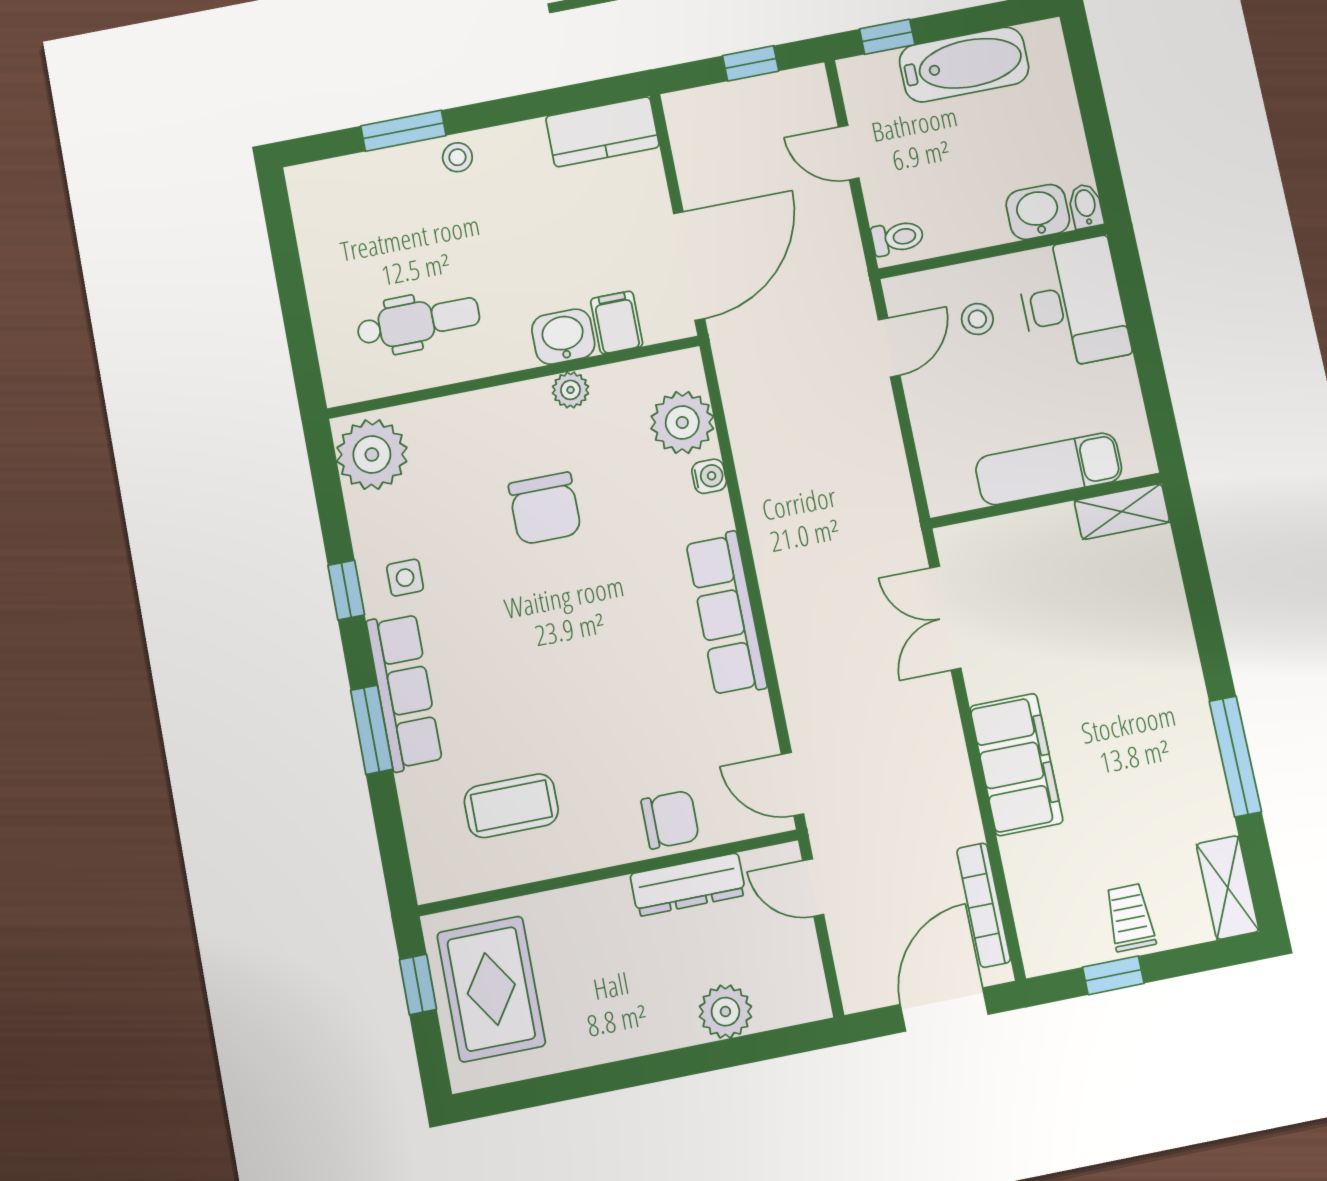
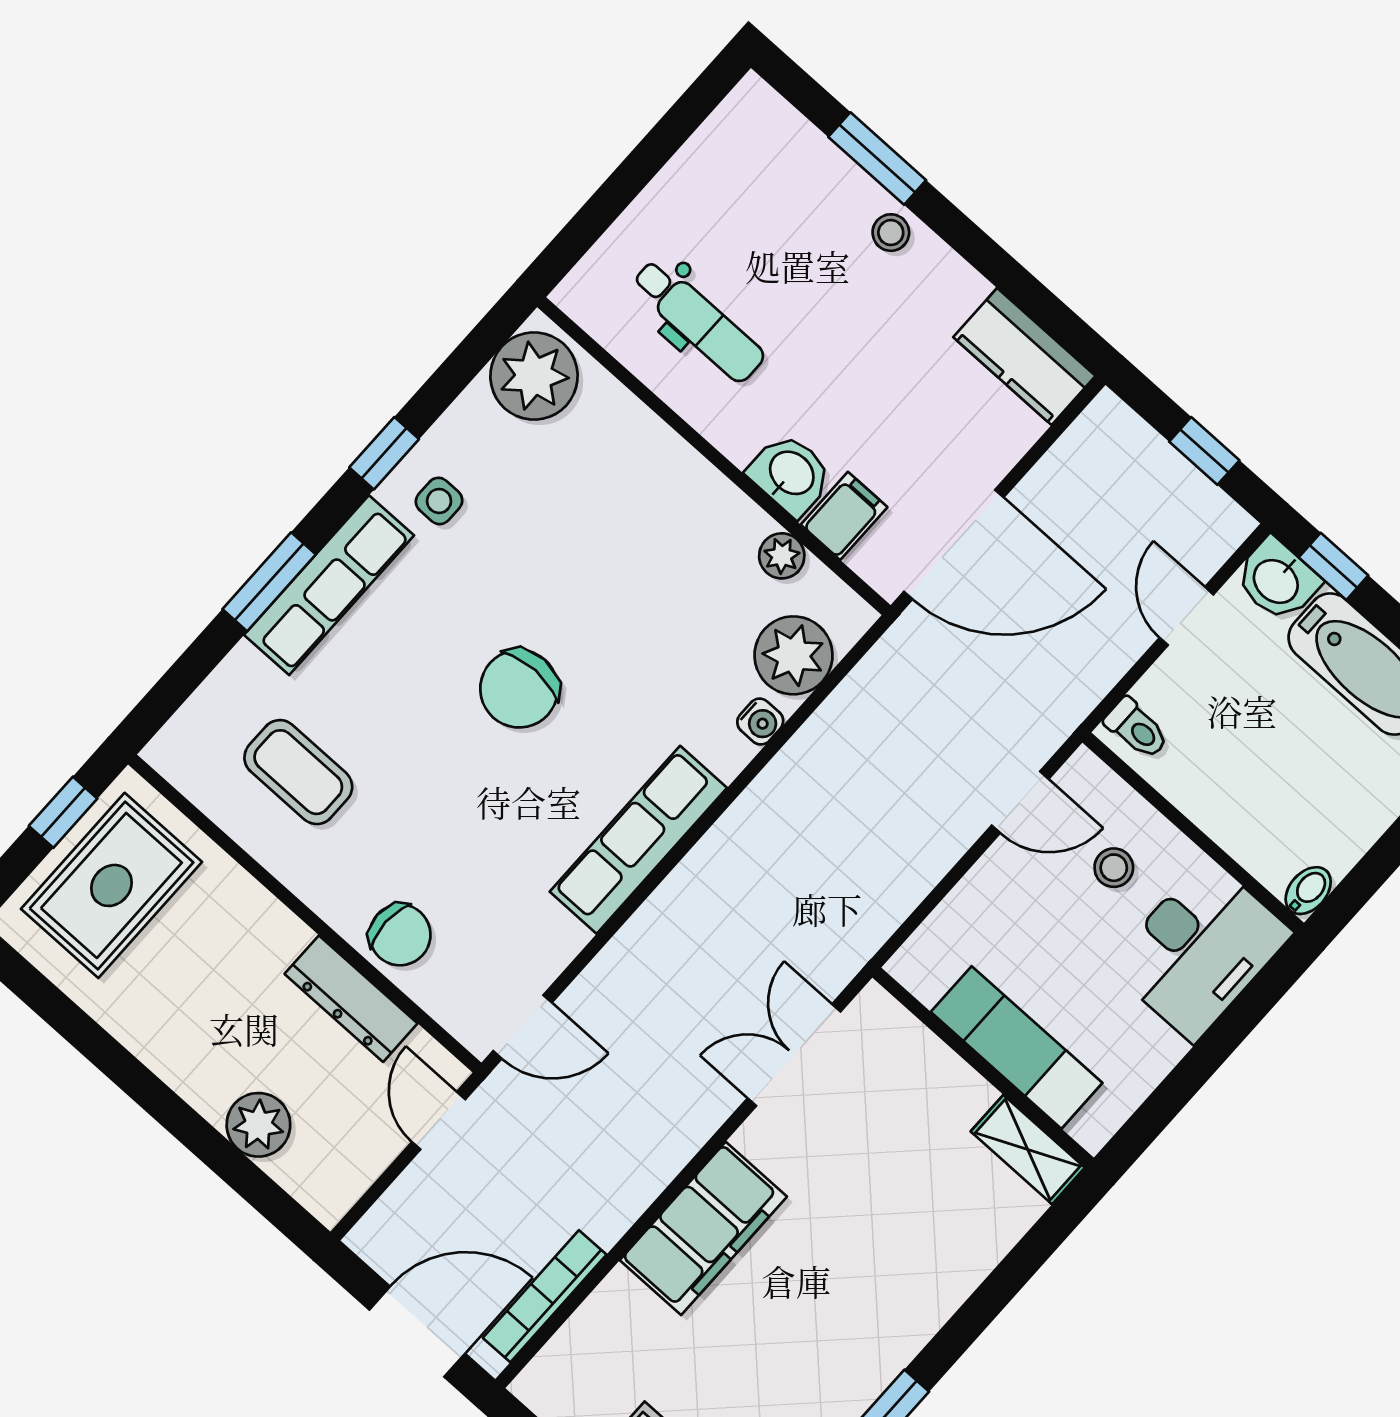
washbasin: (1038, 212) -> (1277, 580), moved, turned 180
plant: (570, 390) -> (782, 556), moved
chair: (545, 508) -> (519, 689), moved
door: (793, 784) -> (522, 1027), swing flipped

